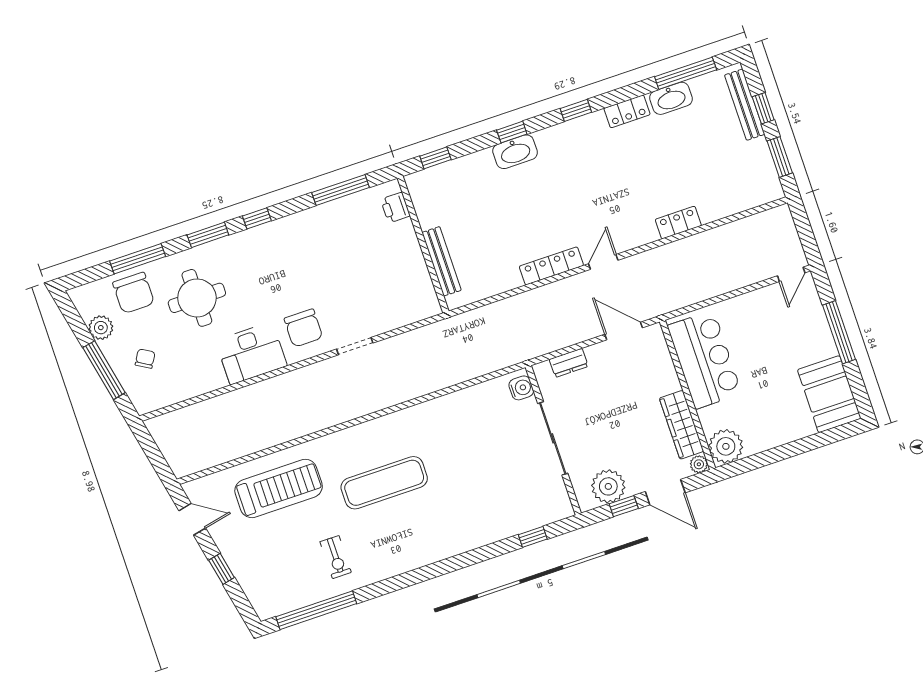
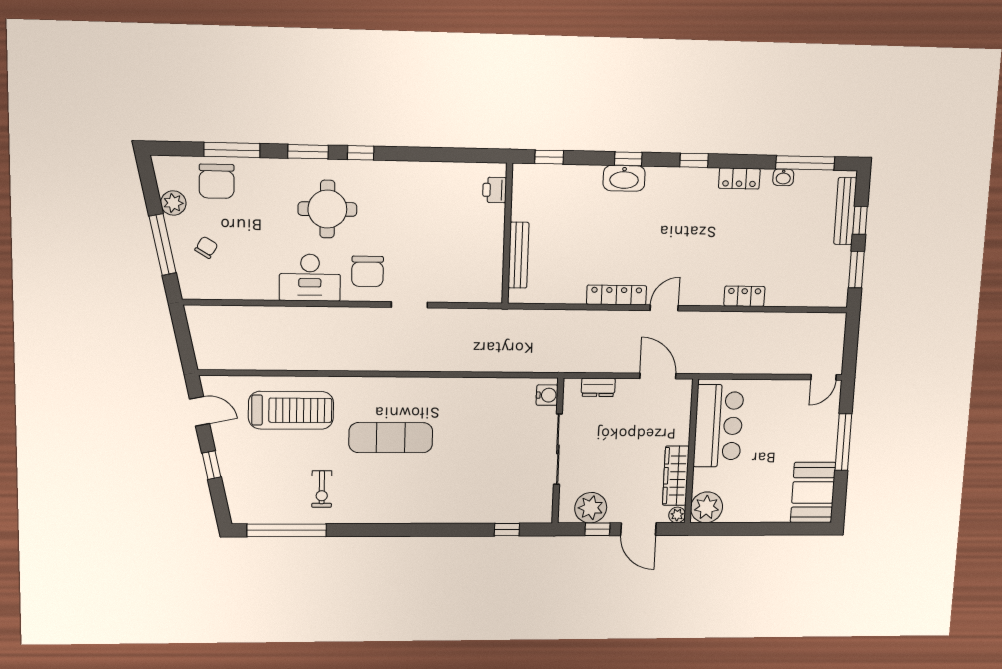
washbasin: (671, 98) -> (783, 177), width x0.52, depth x0.69
window: (341, 190) -> (450, 155), removed
round table: (197, 298) -> (327, 209), moved

